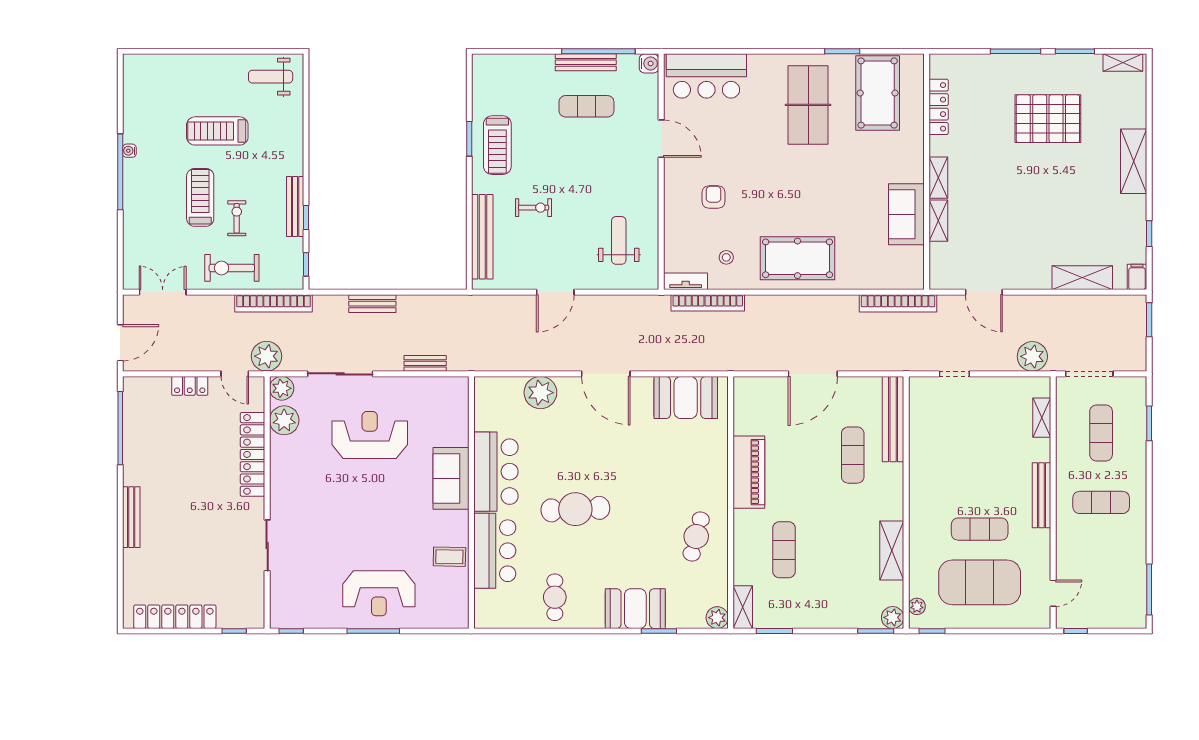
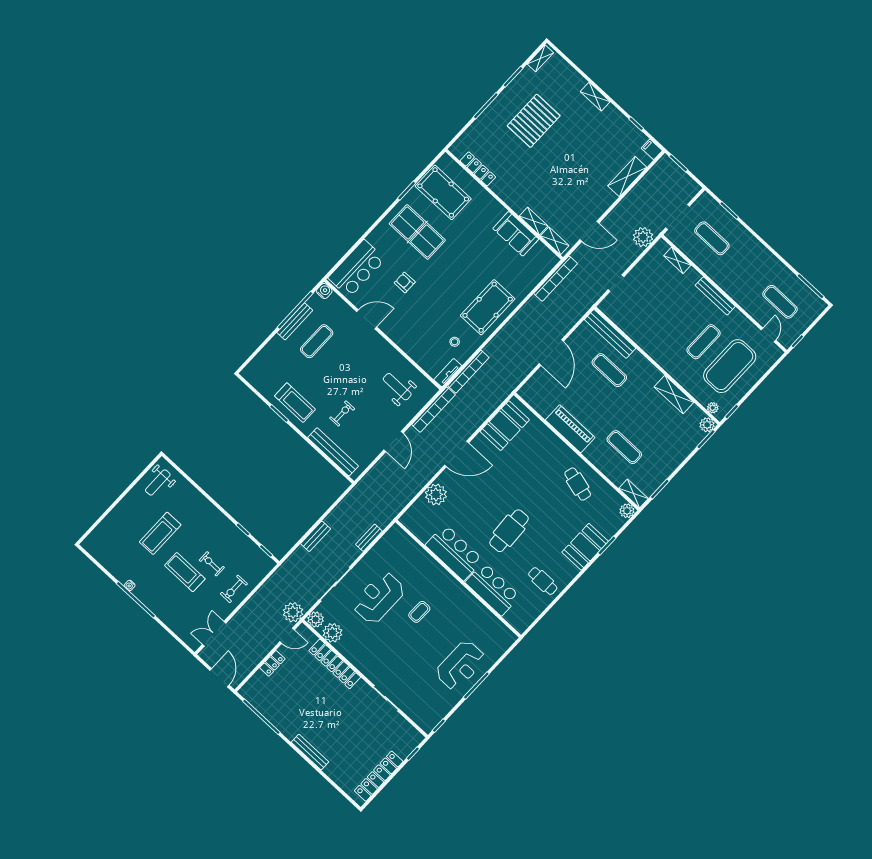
shelving: (1134, 161) -> (595, 97), width x0.67, depth x0.75
shelving: (938, 178) -> (555, 241), moved
armchair: (713, 197) -> (405, 282), moved
bench: (295, 206) -> (233, 530), removed
exercise bike: (232, 268) -> (234, 589), width x0.73, depth x0.72
bookcase: (274, 303) -> (434, 410), moved
sofa: (451, 478) -> (437, 578), removed
exercise mat: (1101, 502) -> (780, 302), moved, turned 90
coffee table: (449, 557) -> (419, 612), moved

